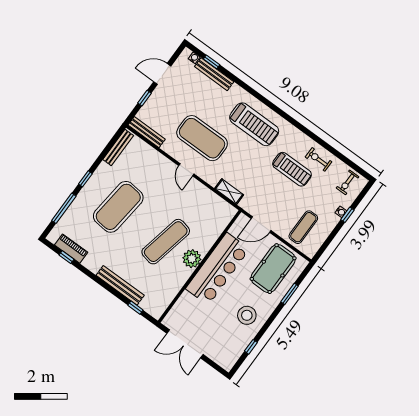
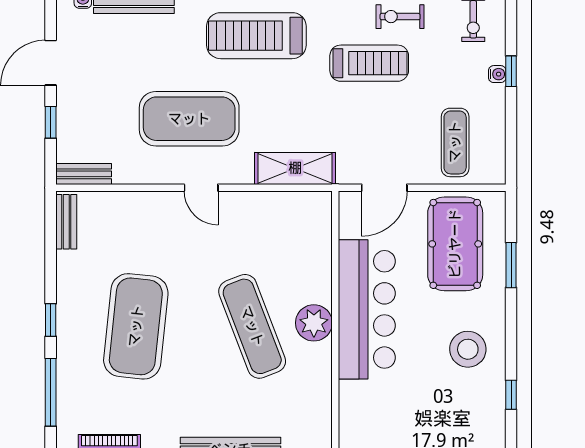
treadmill: (254, 124) -> (256, 36), turned 180
bench: (147, 132) -> (84, 174), width x0.73
bench: (118, 148) -> (66, 222), width x0.73
shelving: (229, 192) -> (295, 168), width x1.50, depth x1.33
exercise mat: (166, 242) -> (252, 326), turned -33

